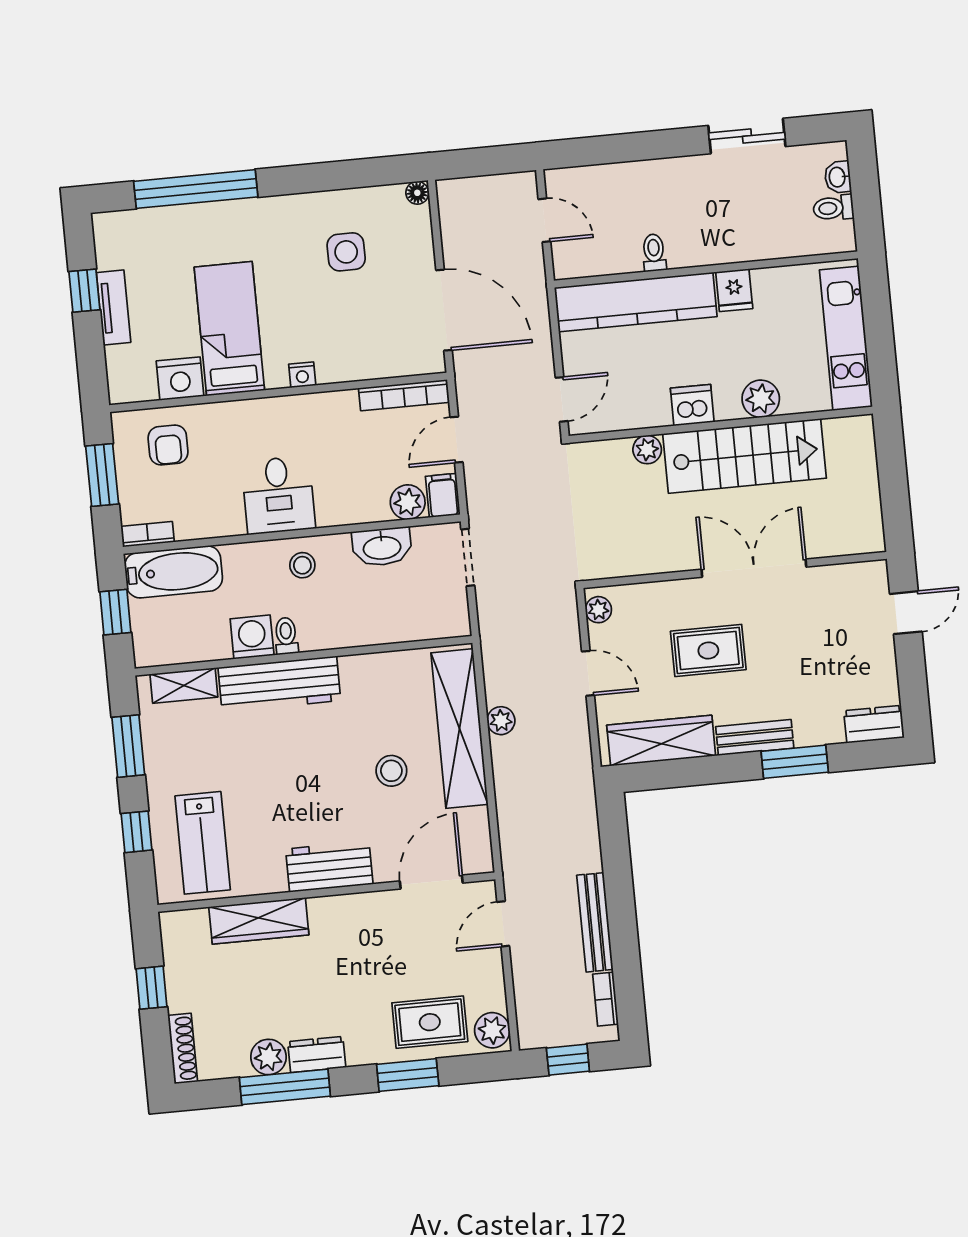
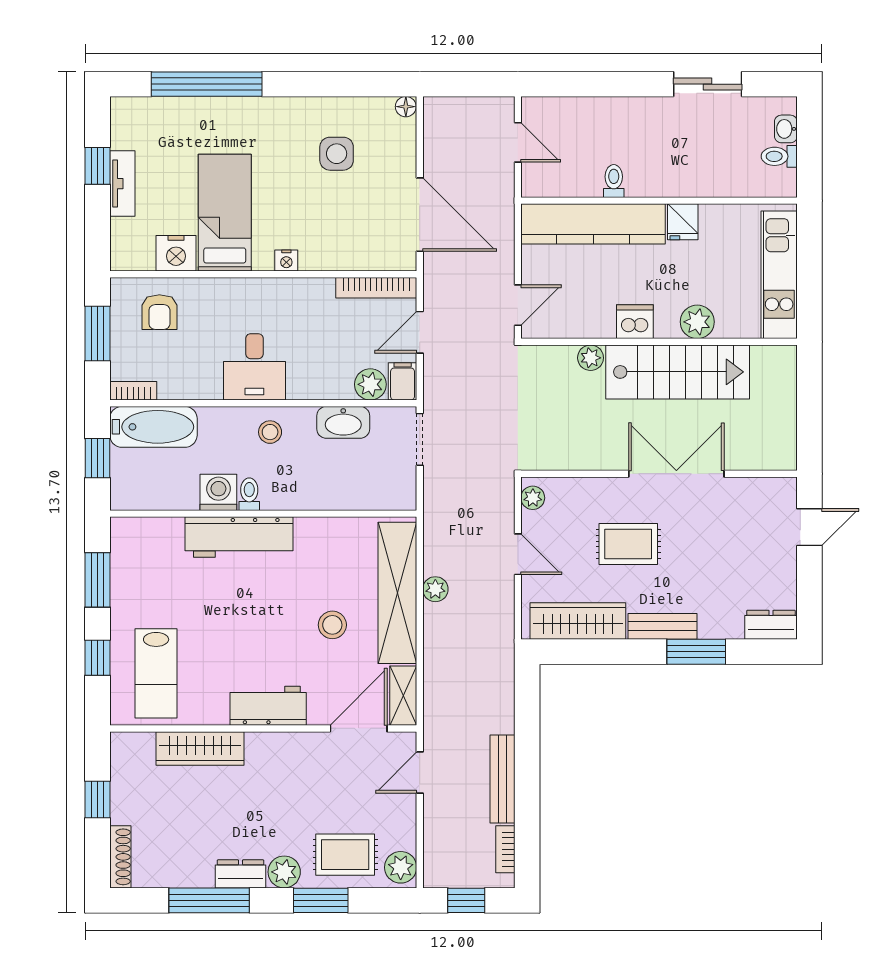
shelving: (184, 685) -> (403, 696), moved, turned 90
plant: (268, 1057) -> (284, 872), moved

